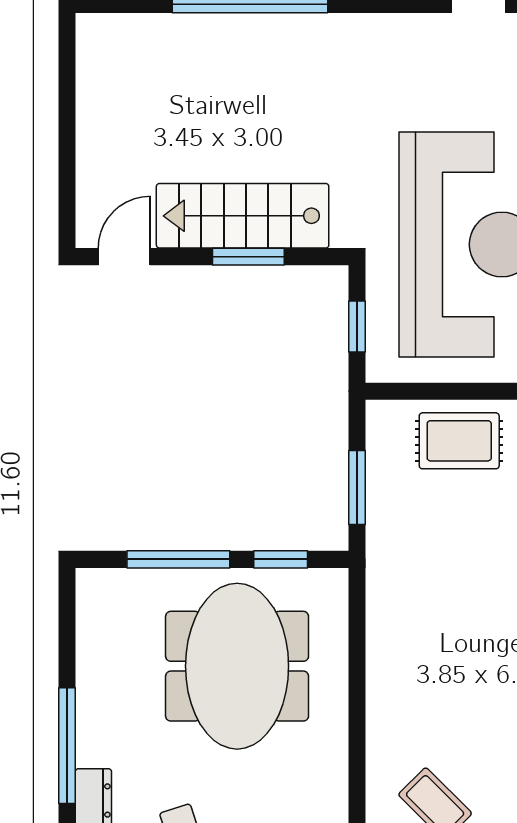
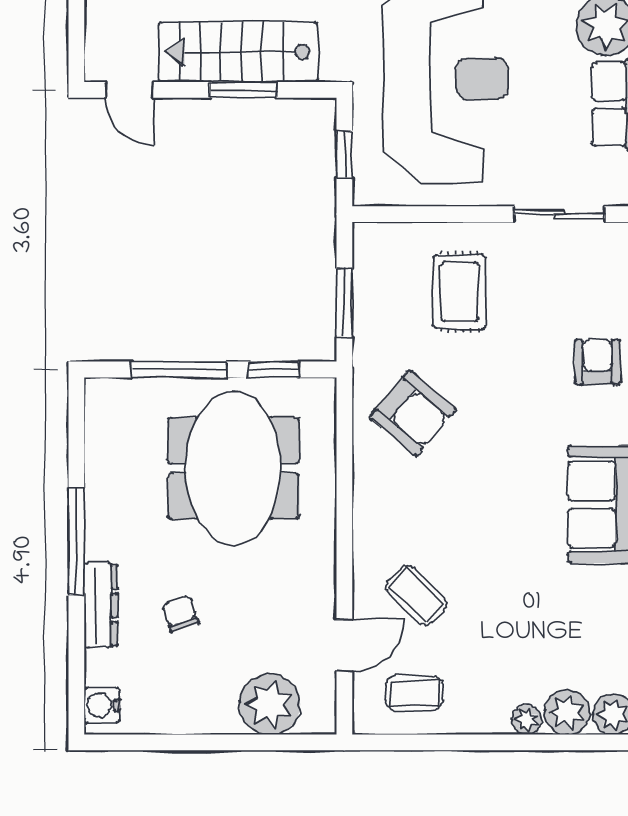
door: (124, 257) -> (129, 90), swing flipped
rug: (459, 441) -> (460, 292), moved, turned 90
armchair: (431, 607) -> (413, 413), added

